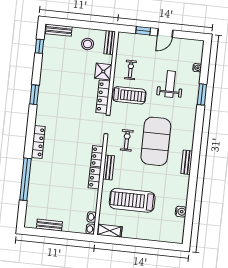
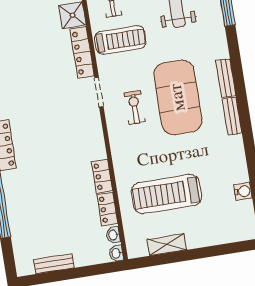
locker: (97, 156) -> (107, 209), moved
bench: (109, 167) -> (226, 78), moved
shelving: (109, 231) -> (167, 245), moved

